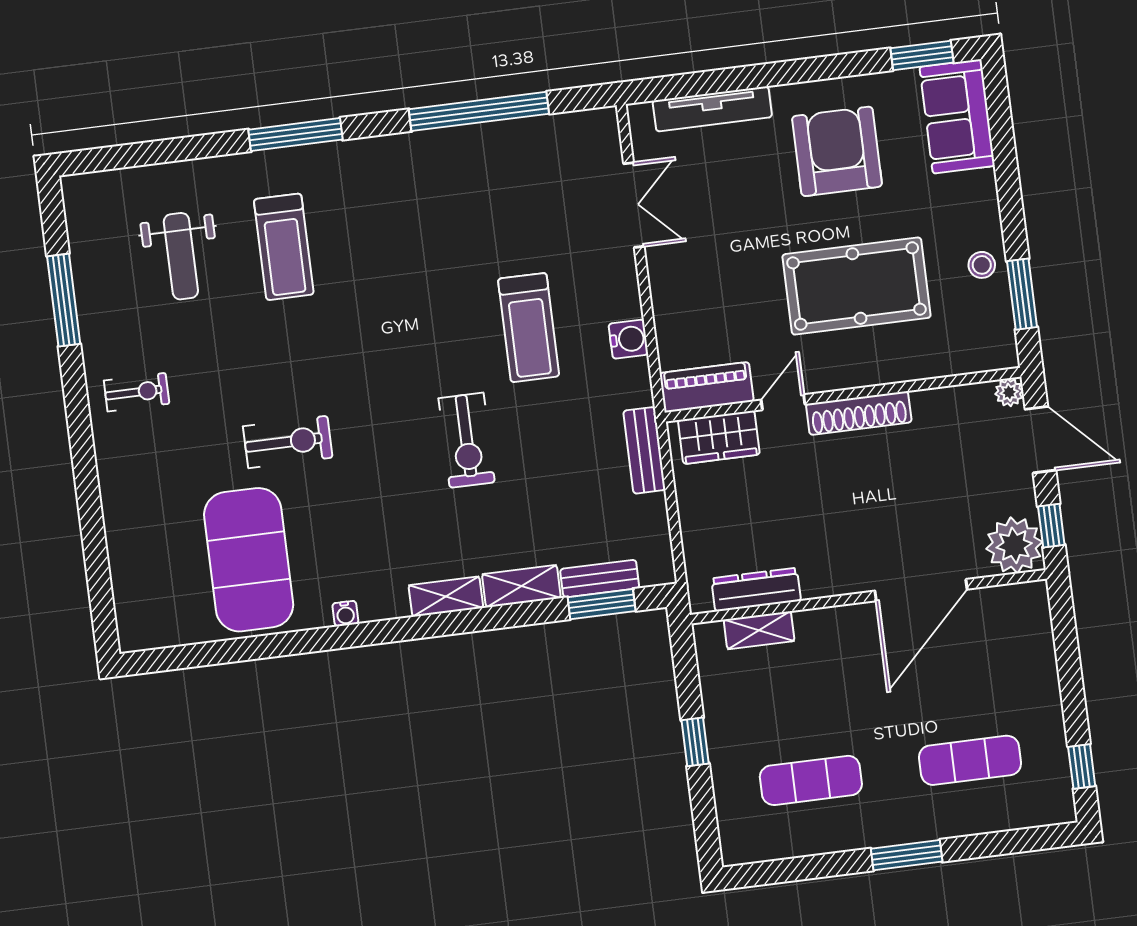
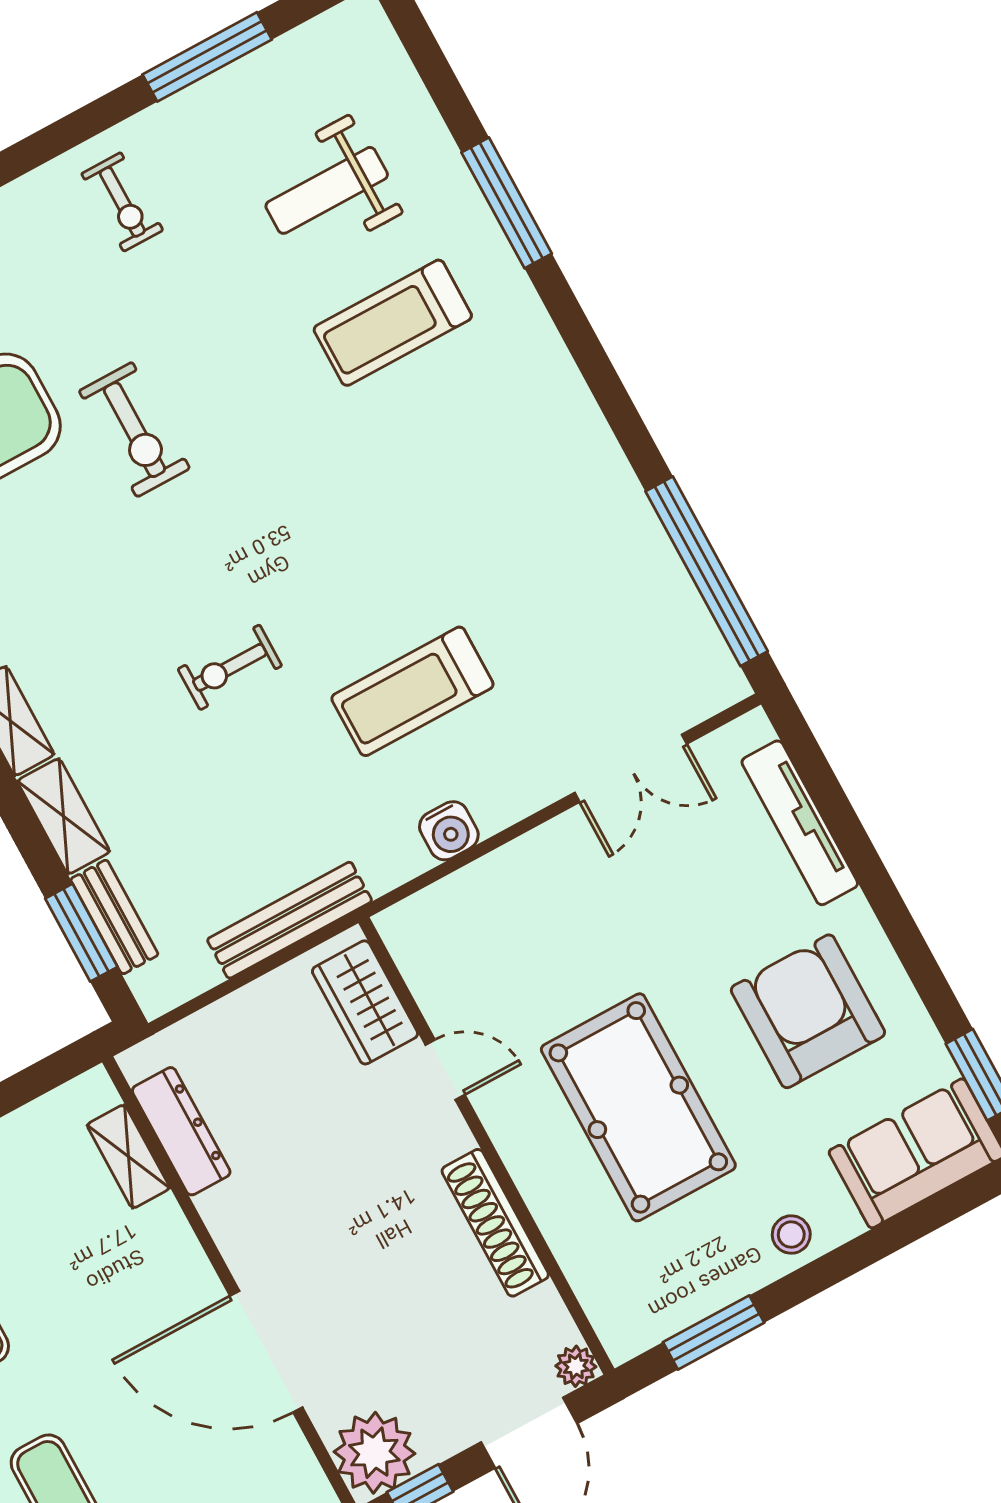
window: (479, 111) -> (707, 571), moved
window: (296, 135) -> (507, 203), moved
armchair: (837, 151) -> (808, 1011), turned -90
stool: (982, 265) -> (791, 1235), moved
piano: (707, 387) -> (425, 960), removed
shoe rack: (859, 413) -> (495, 1223), moved
exercise bike: (467, 440) -> (230, 667), width x0.73, depth x0.72
bench: (644, 450) -> (290, 920), width x1.36

